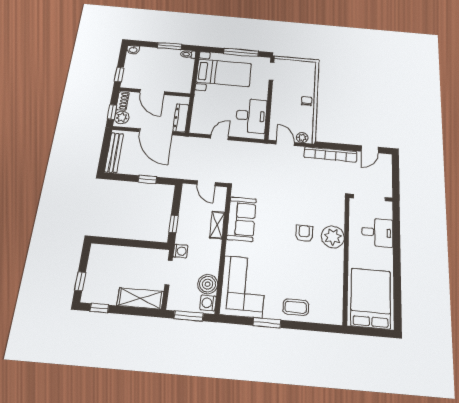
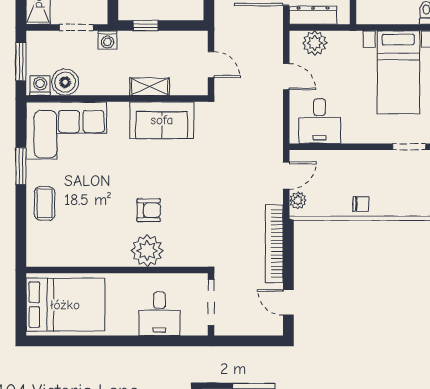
desk: (251, 116) -> (320, 121), width x0.73
plant: (199, 118) -> (315, 43), added
door: (206, 183) -> (211, 65), swing flipped

